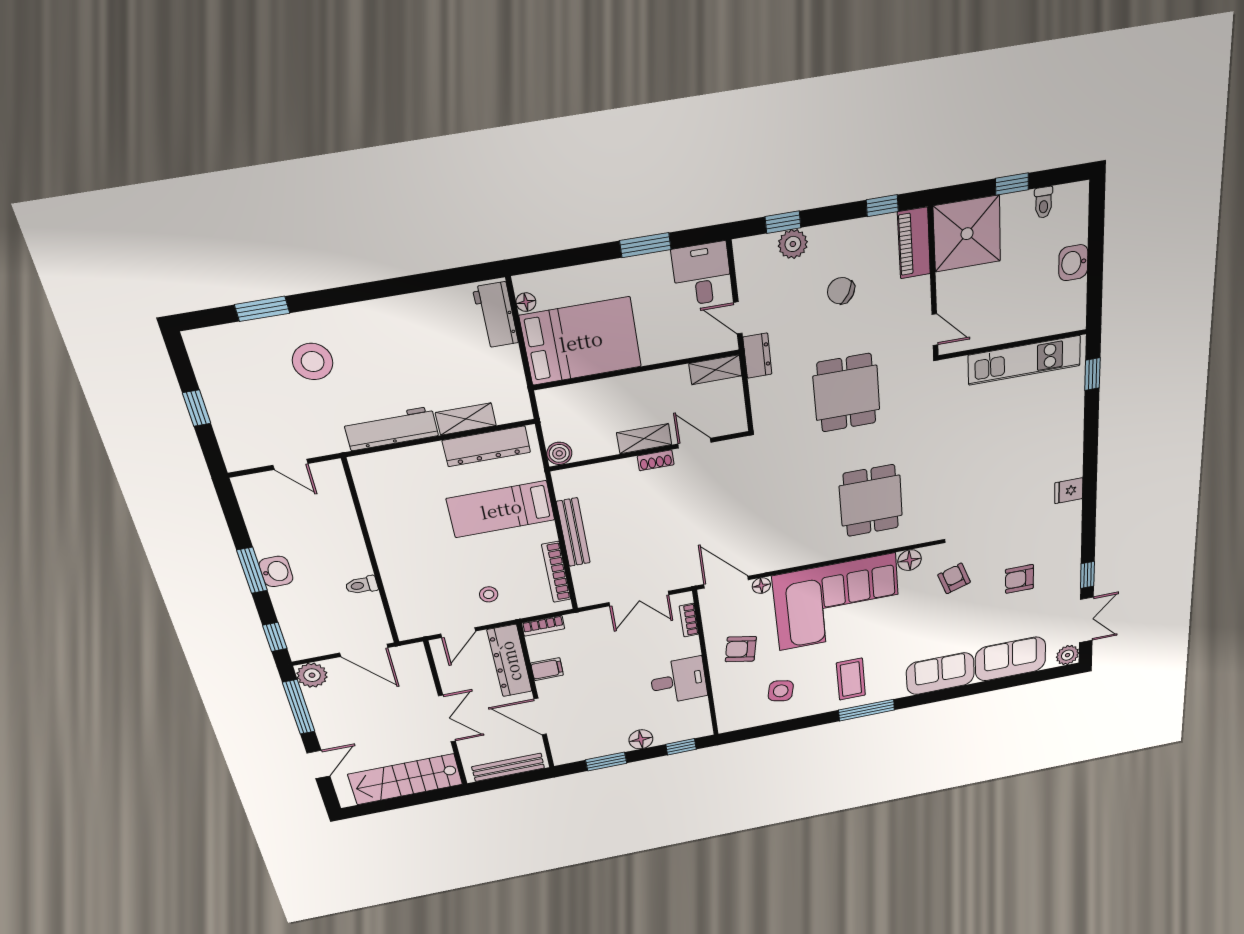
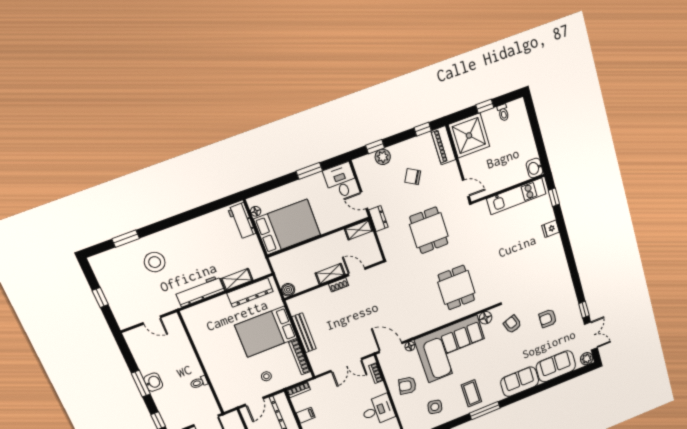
washbasin: (1073, 263) -> (535, 168), moved
fridge: (1069, 491) -> (551, 229), moved
bed: (501, 509) -> (266, 332), width x1.50

